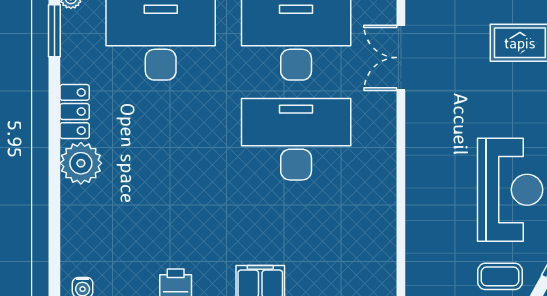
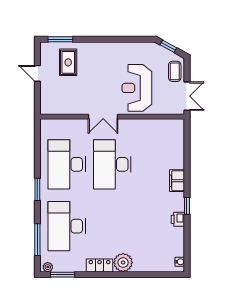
double door: (401, 58) -> (103, 117), moved
reception desk: (510, 190) -> (137, 88), moved, turned -90

